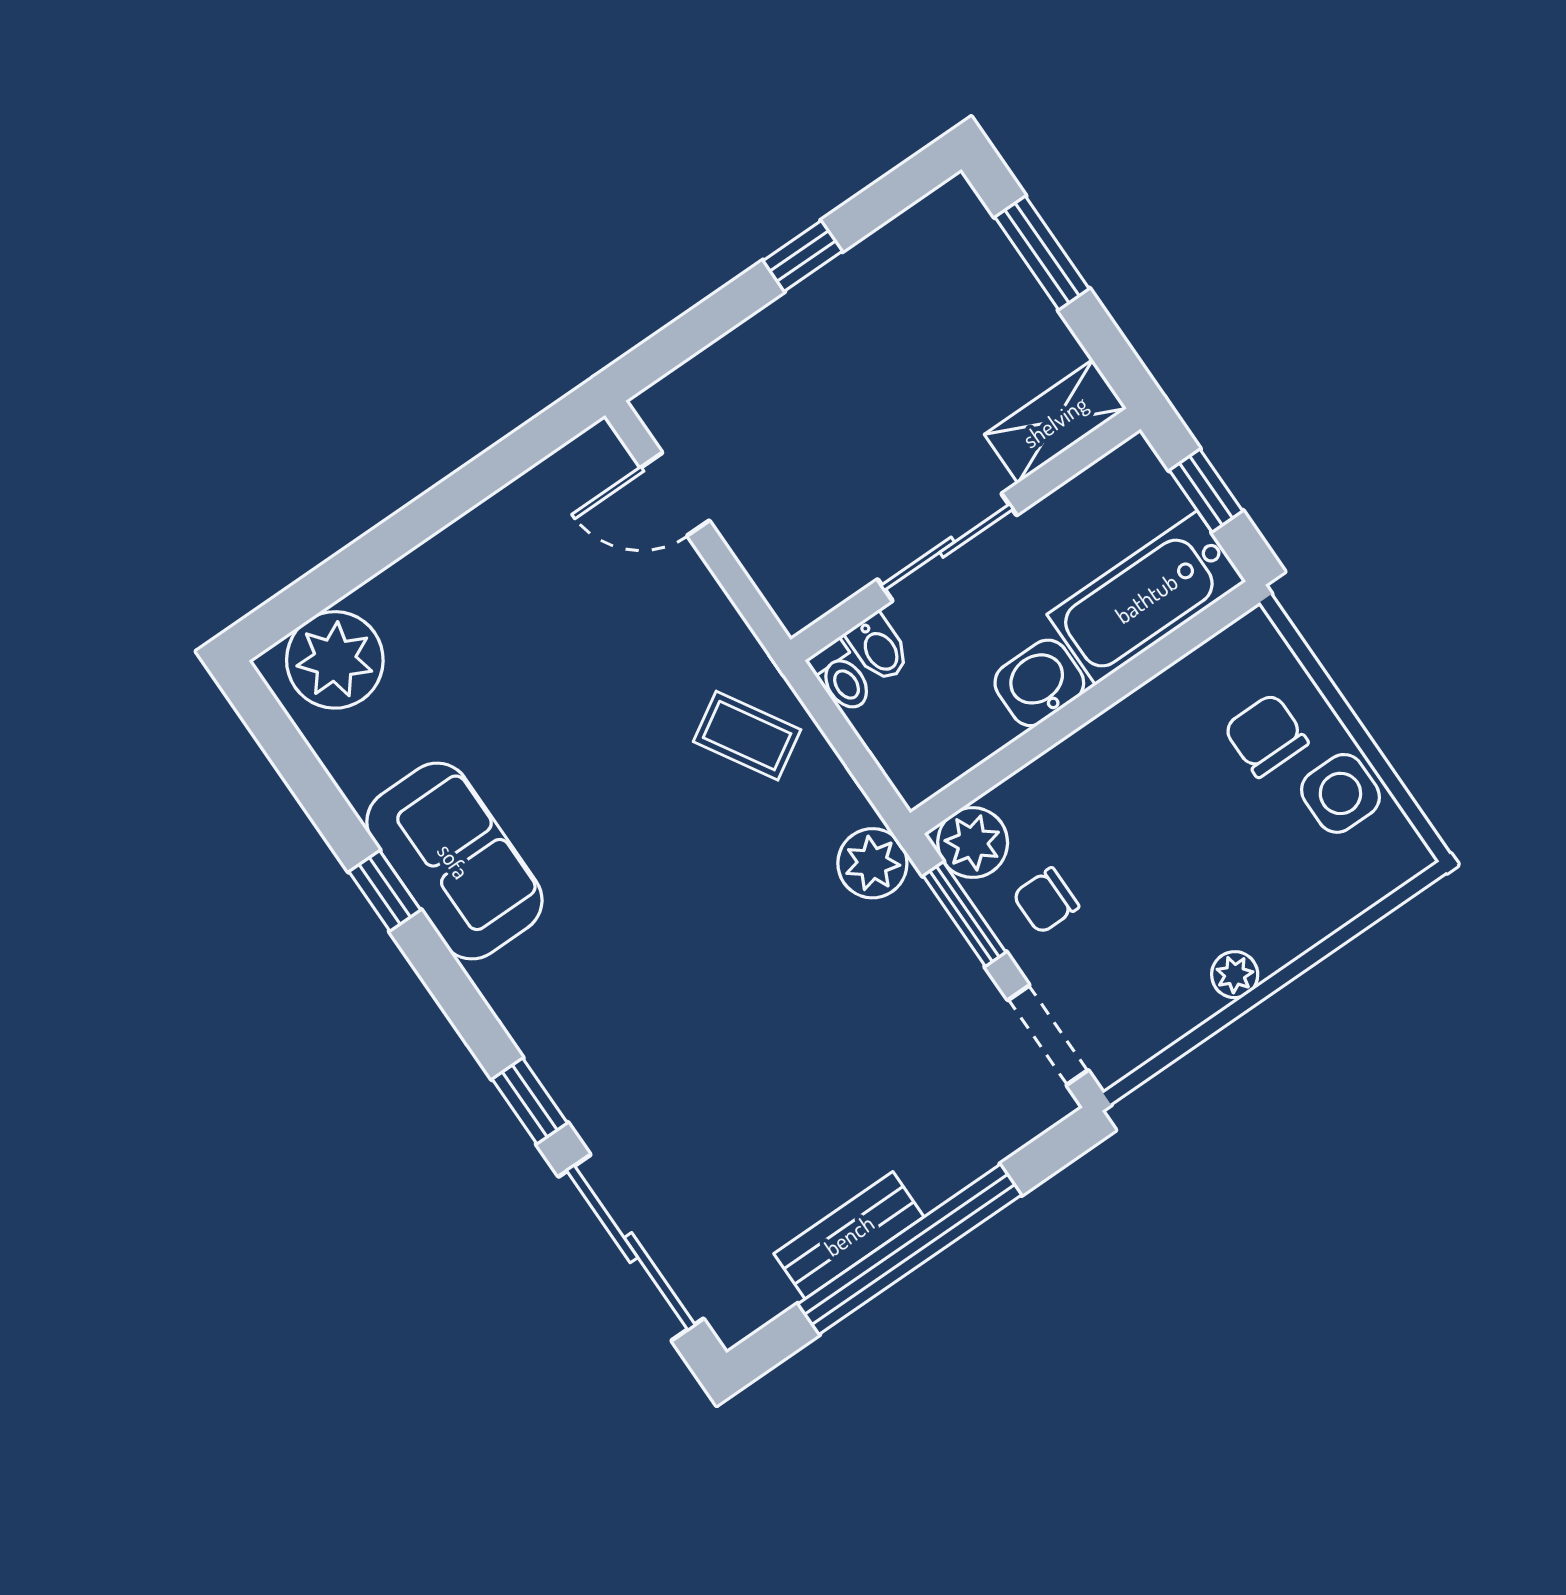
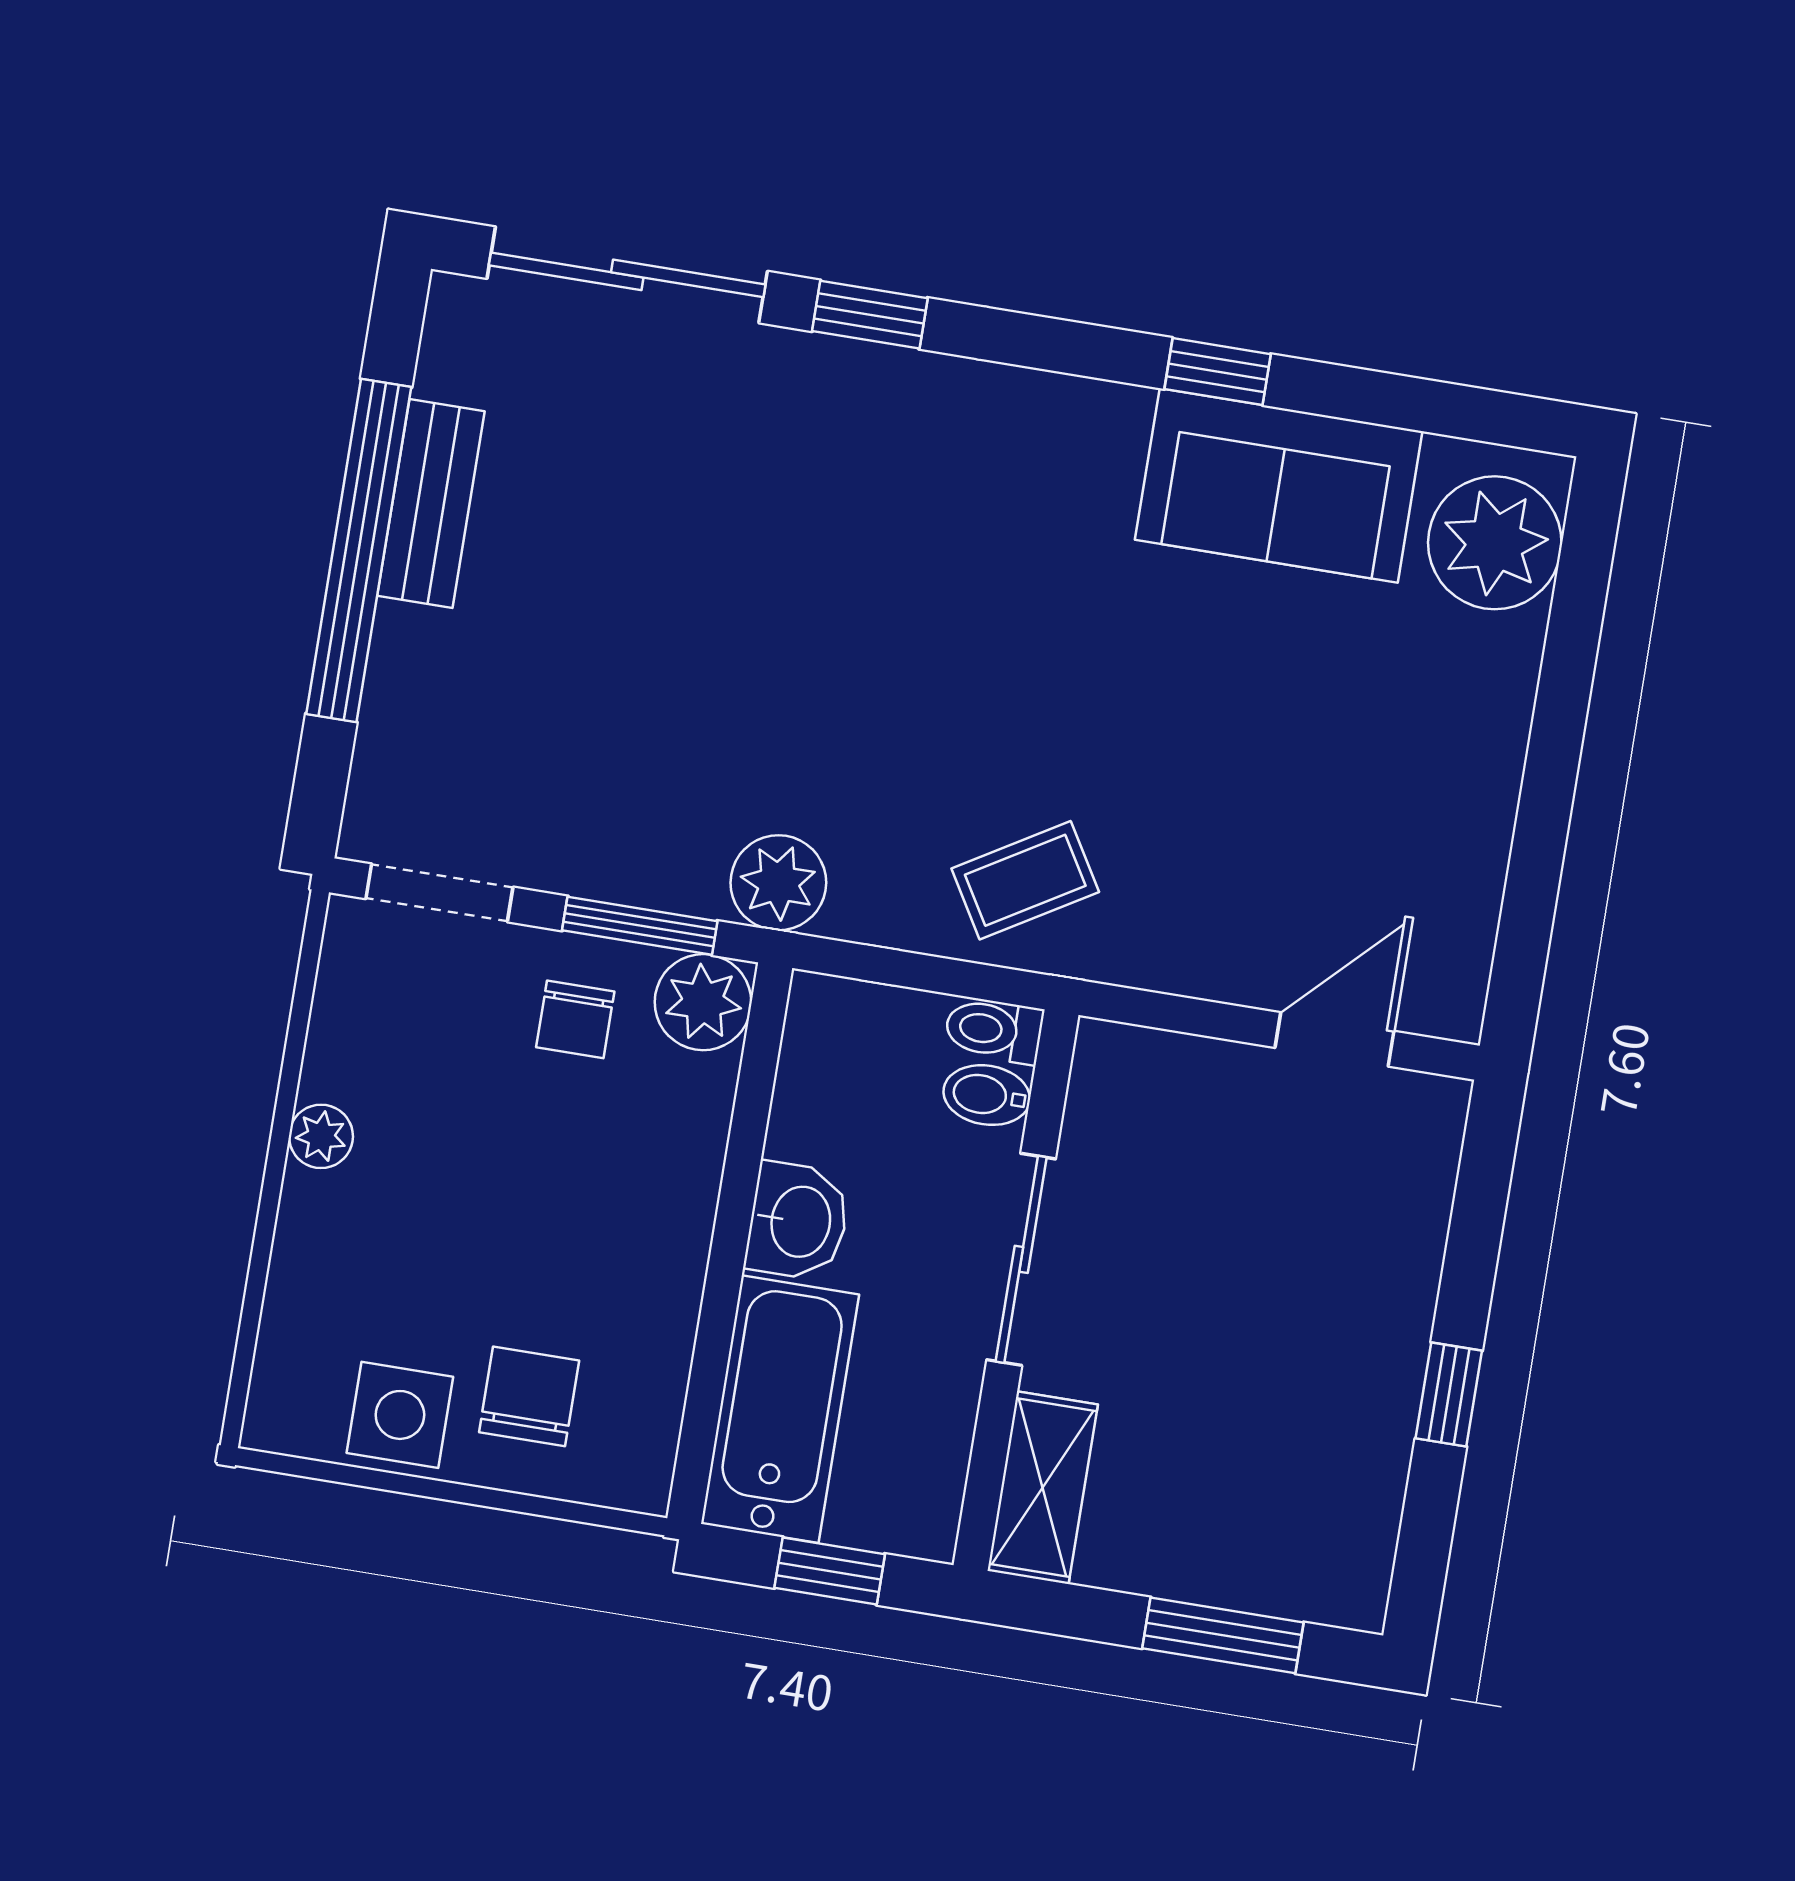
chair: (1266, 735) -> (529, 1396), turned -90
sofa: (454, 861) -> (1279, 485), moved
chair: (1046, 901) -> (575, 1019), turned 180

